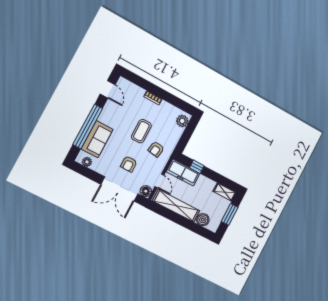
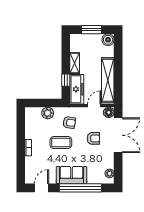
plant: (182, 121) -> (48, 113), moved
sofa: (97, 139) -> (71, 175), moved
shelving: (225, 192) -> (75, 63), moved
boiler: (203, 220) -> (108, 40), moved

